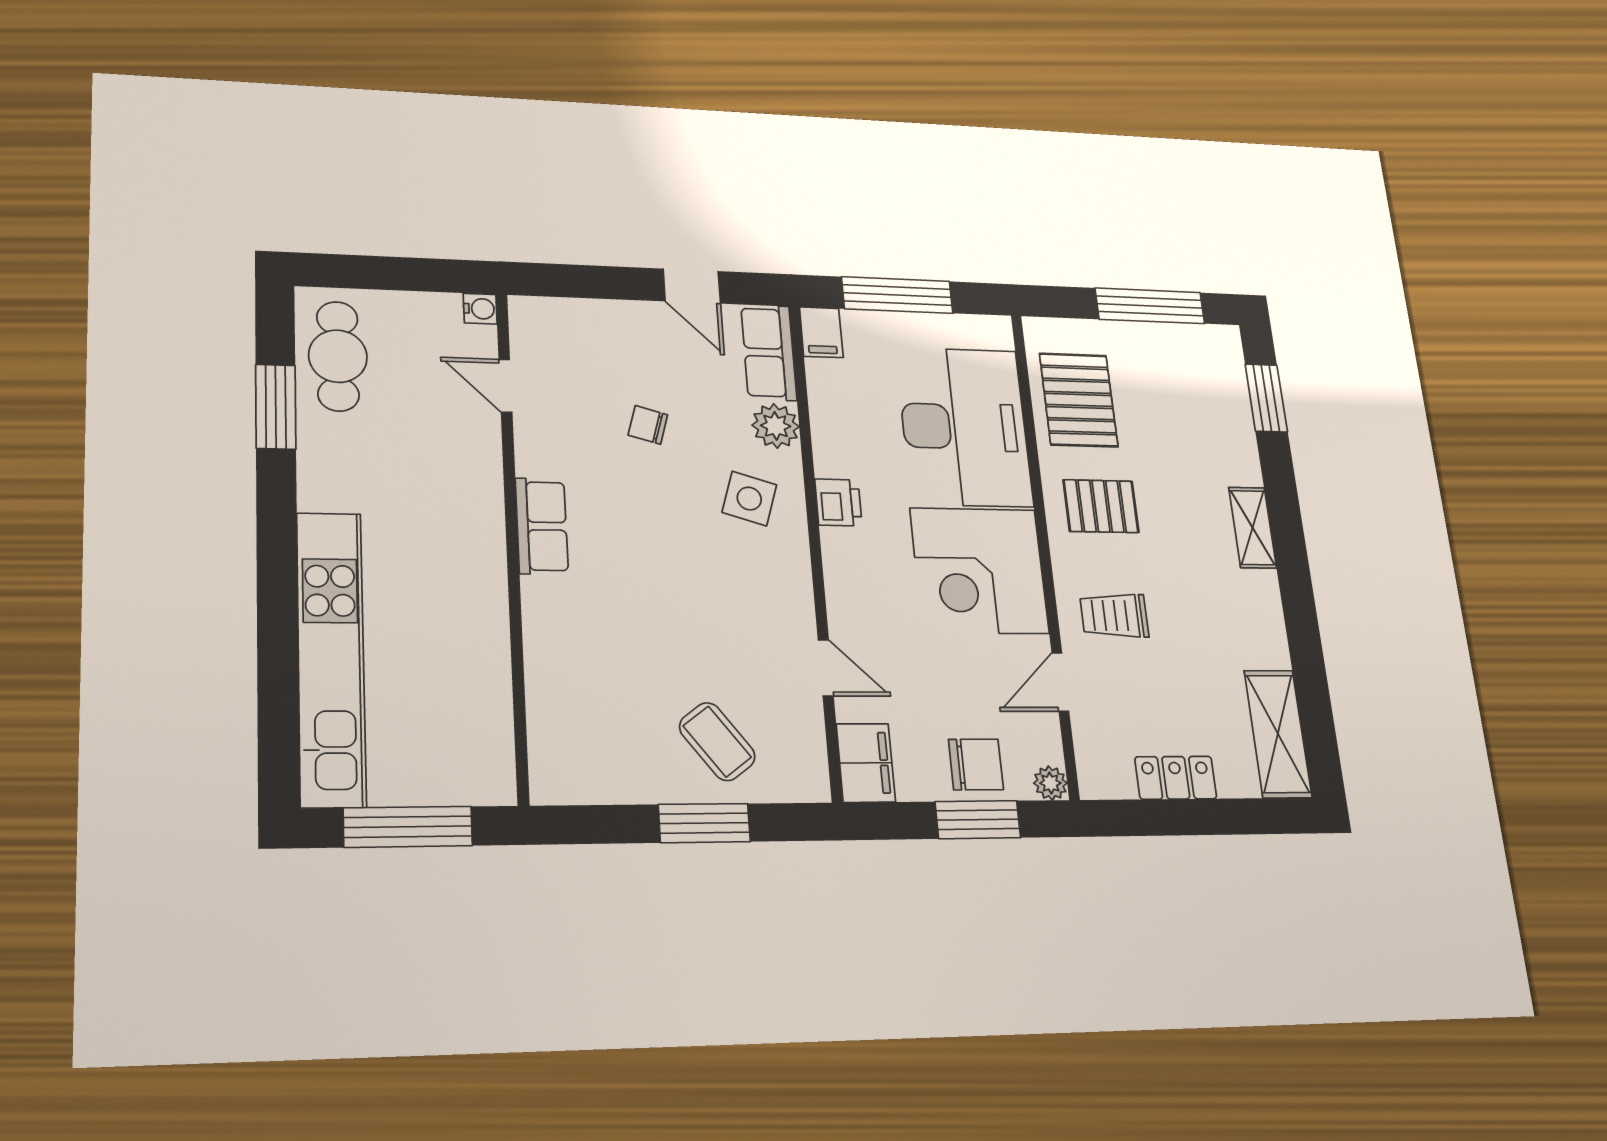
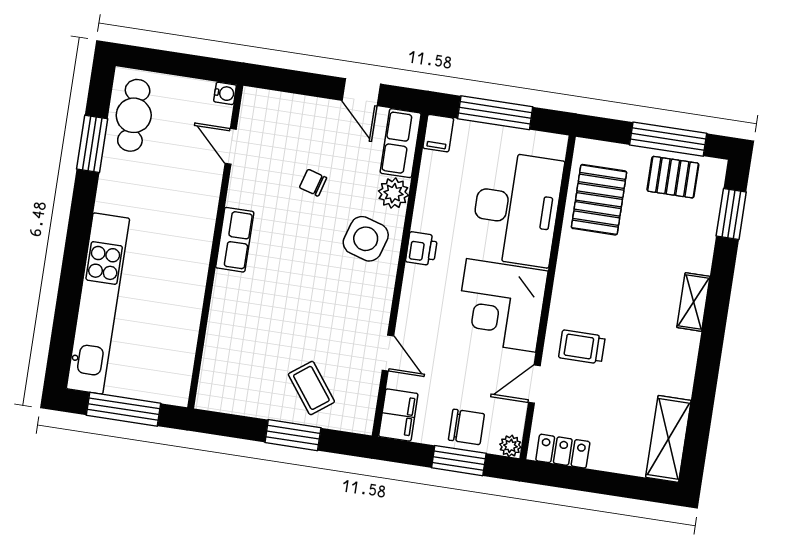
side table: (749, 499) -> (366, 239), width x1.37, depth x1.37
pallet: (1101, 506) -> (673, 177), moved
locker: (1176, 778) -> (563, 451), moved

